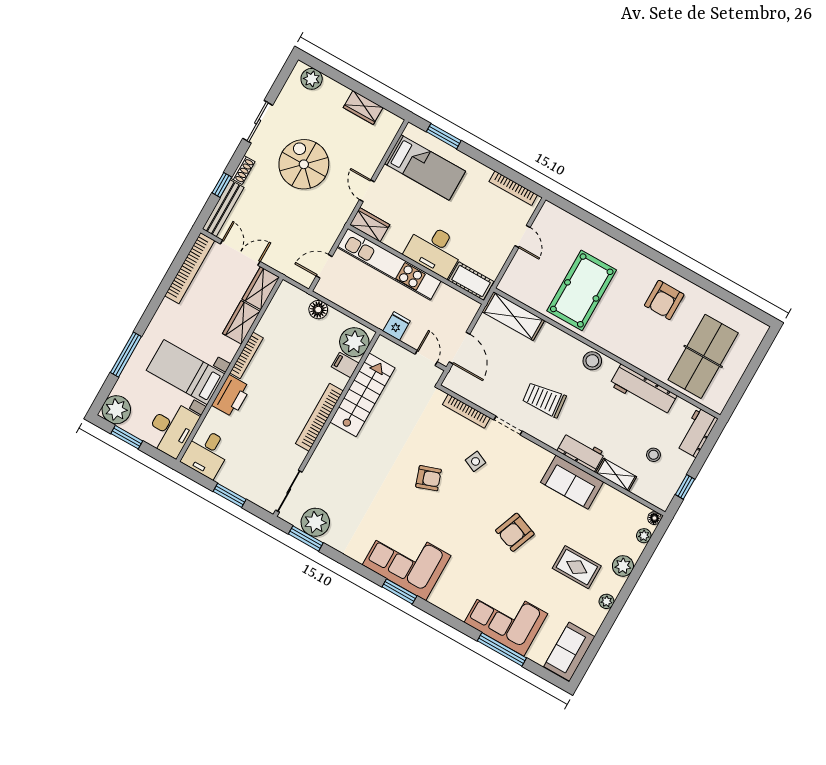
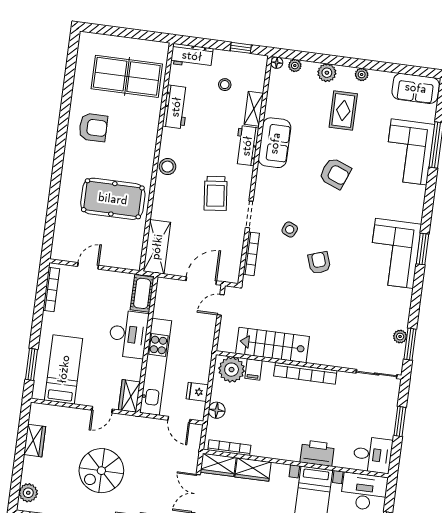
fridge: (397, 326) -> (197, 392), moved
bookcase: (247, 355) -> (229, 448), moved
workbench: (643, 390) -> (176, 107), width x0.73
plant: (315, 522) -> (400, 337), width x0.53, depth x0.53

